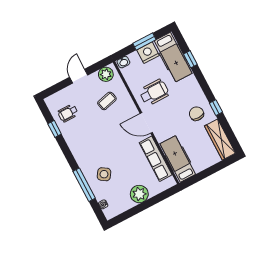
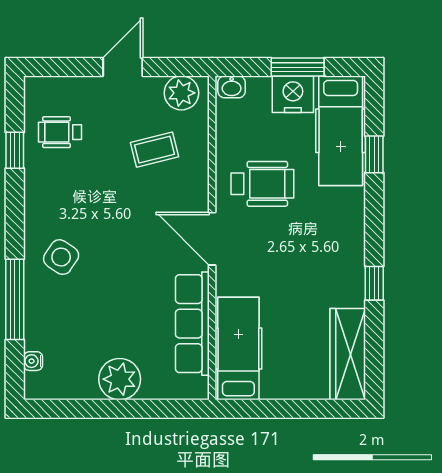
chair: (197, 114) -> (327, 275), removed
side table: (104, 174) -> (61, 257), moved

